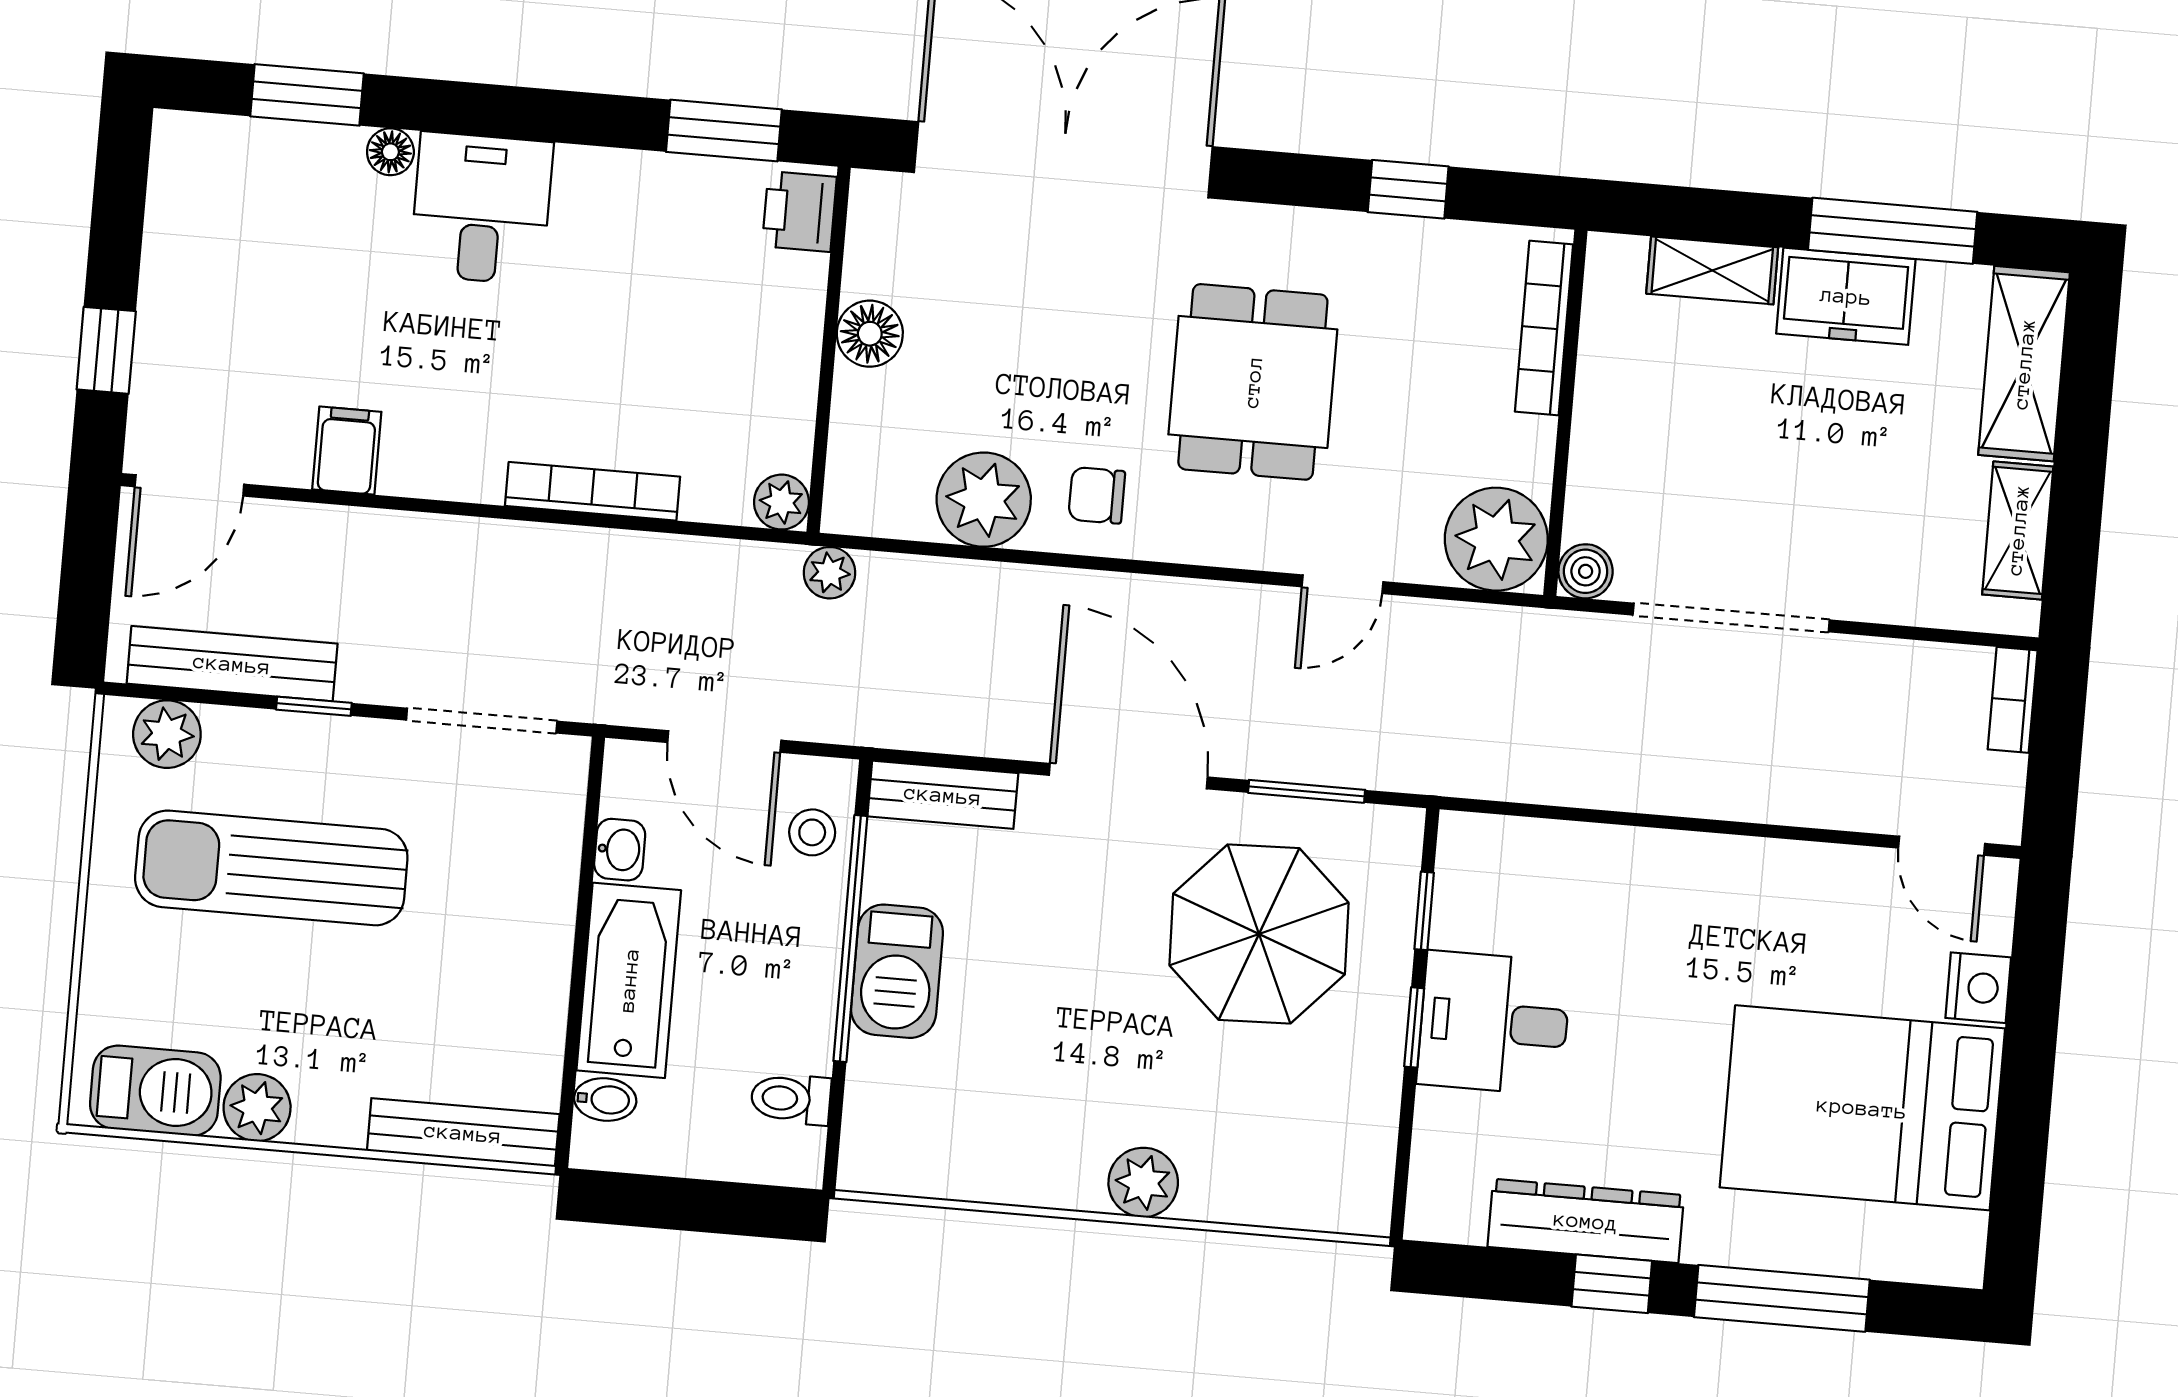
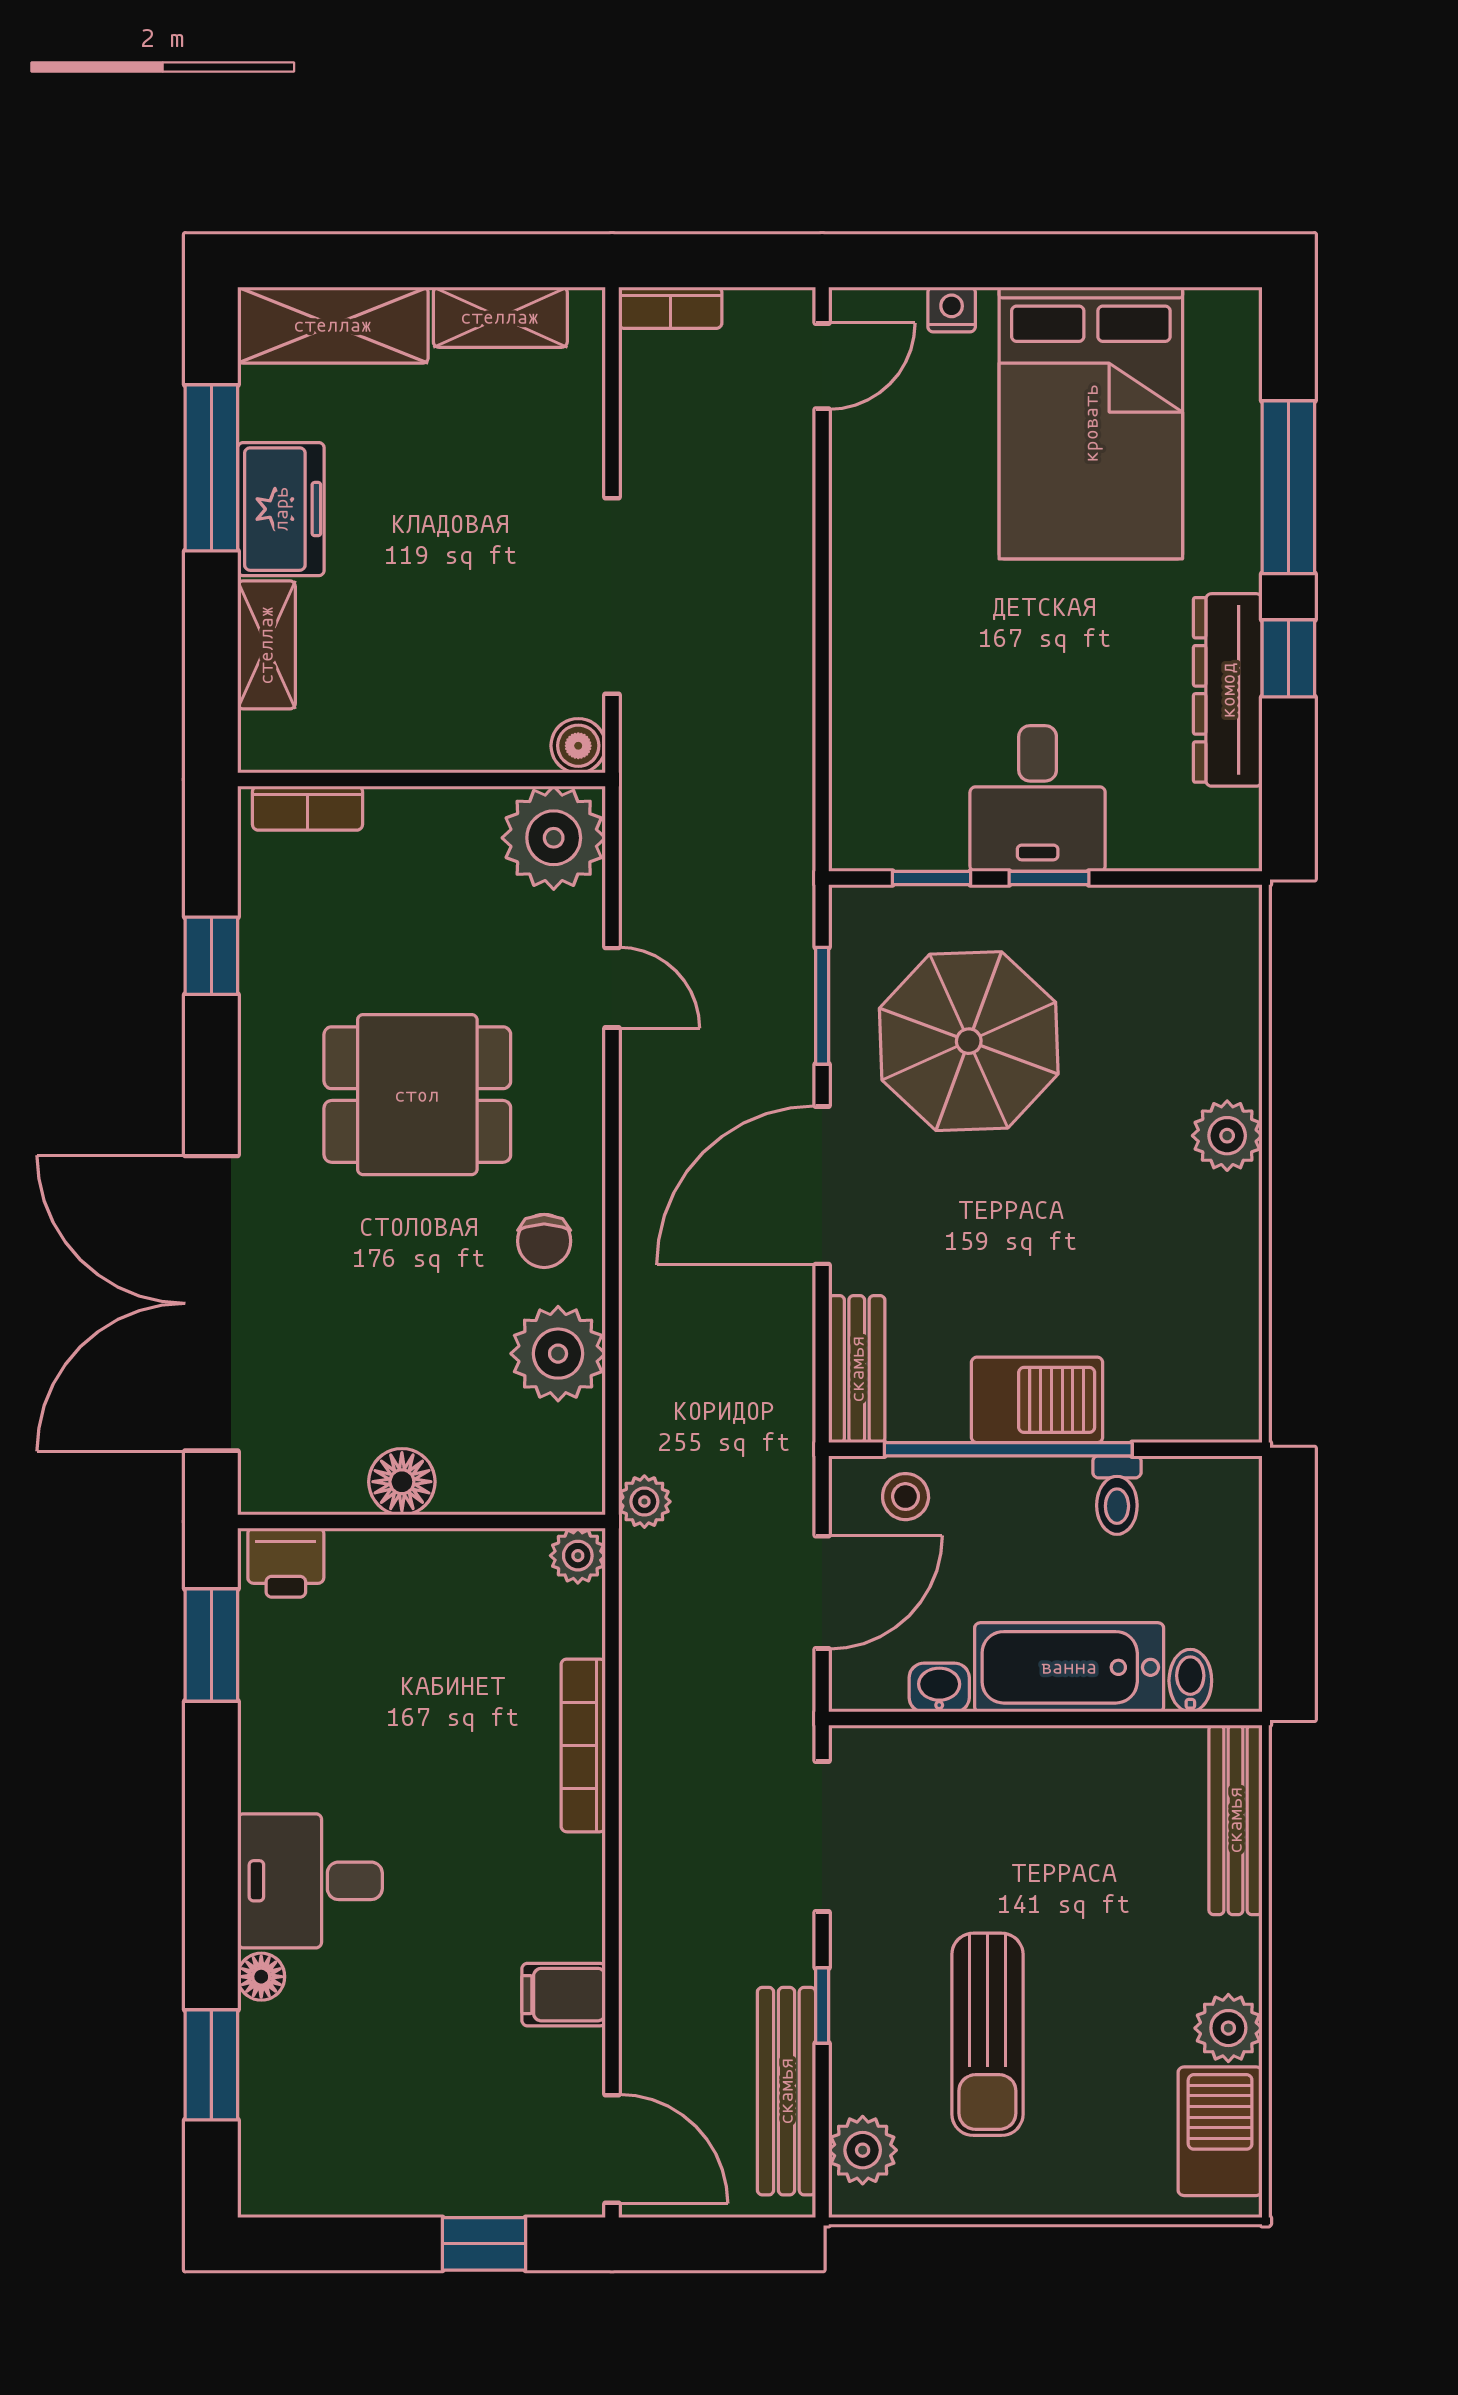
bookcase: (1544, 328) -> (308, 808), width x0.64
sun lounger: (271, 868) -> (987, 2034), width x0.73, depth x0.75
nightstand: (1978, 988) -> (952, 309), width x0.72, depth x0.74
toilet: (791, 1099) -> (1117, 1495), moved

